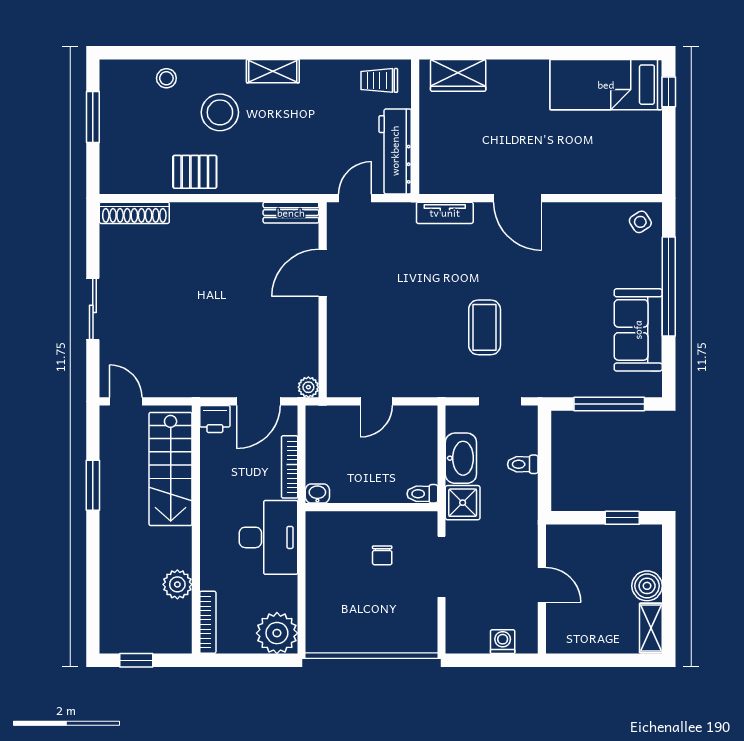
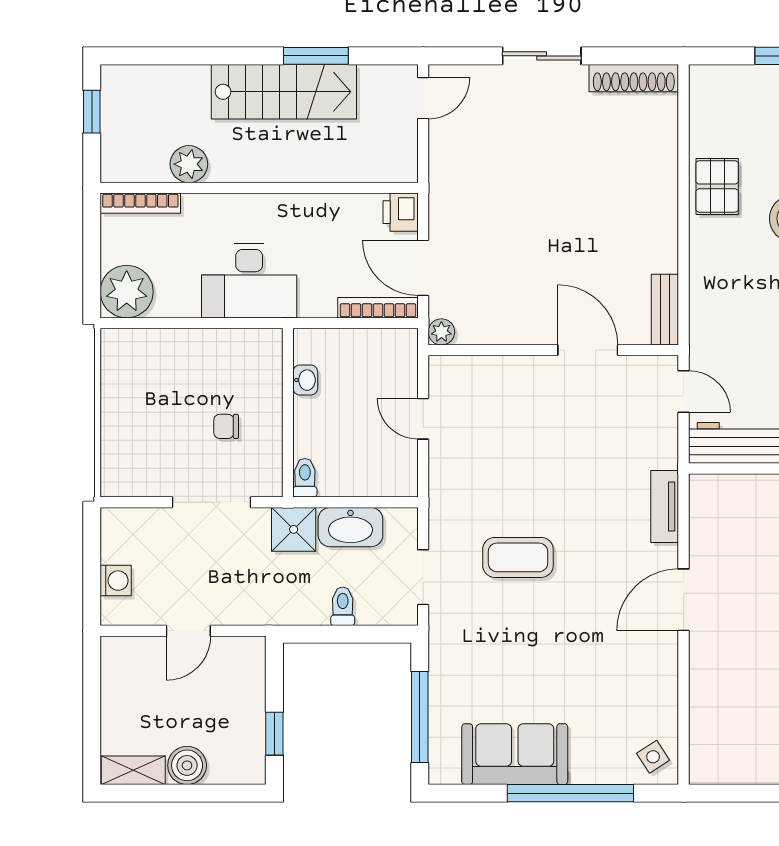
shoe rack: (134, 213) -> (634, 78), moved, turned -90
bookcase: (290, 467) -> (378, 308), moved
stairs: (171, 469) -> (284, 92), moved, turned 180
washbasin: (317, 494) -> (305, 380), moved

